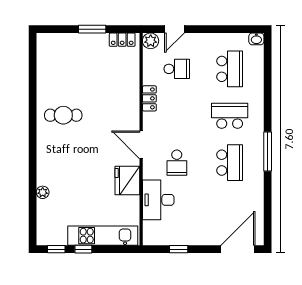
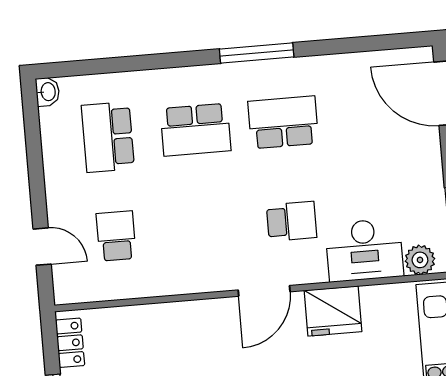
plant: (151, 41) -> (420, 260), moved
school desk: (230, 69) -> (108, 137), turned -90
locker: (149, 98) -> (176, 283), removed
school desk: (230, 116) -> (196, 130), turned -90

